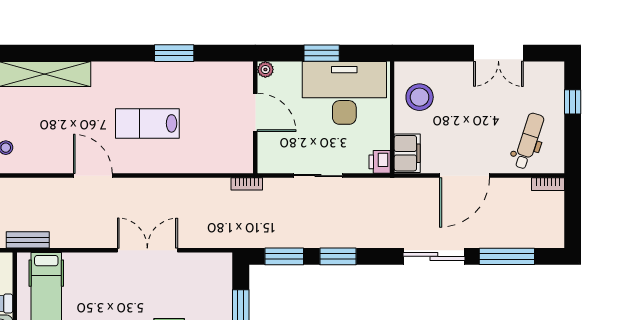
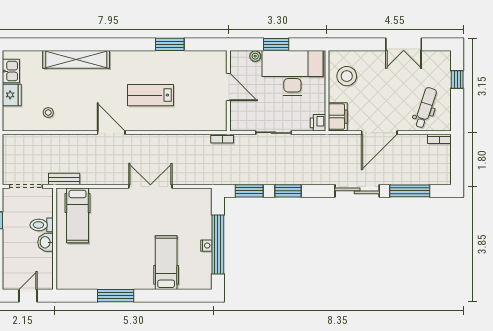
plant: (265, 70) -> (255, 56), moved

